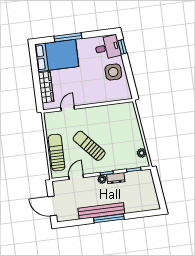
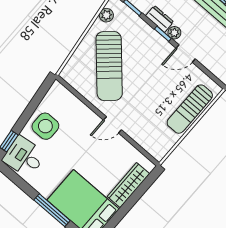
door: (68, 108) -> (112, 125), moved
sun lounger: (89, 146) -> (109, 66), moved, width x1.36, depth x1.34
door: (76, 177) -> (186, 54), moved

